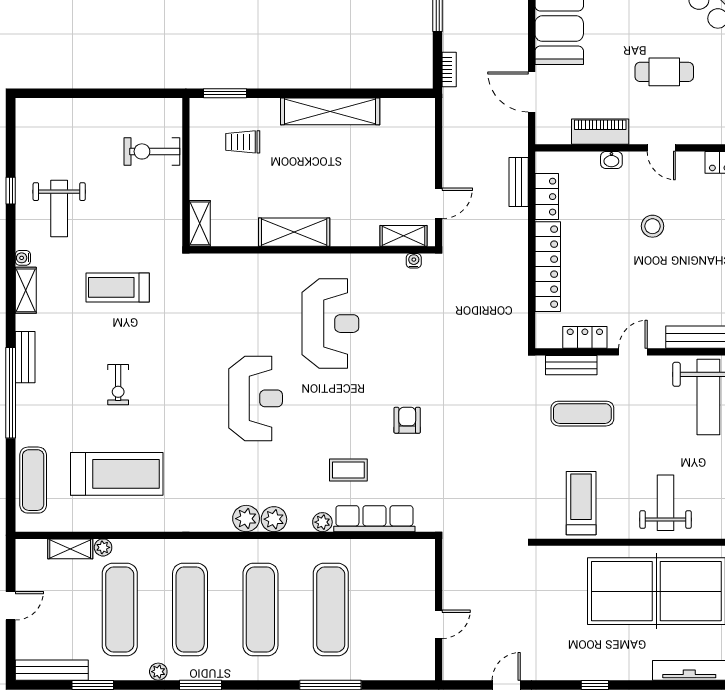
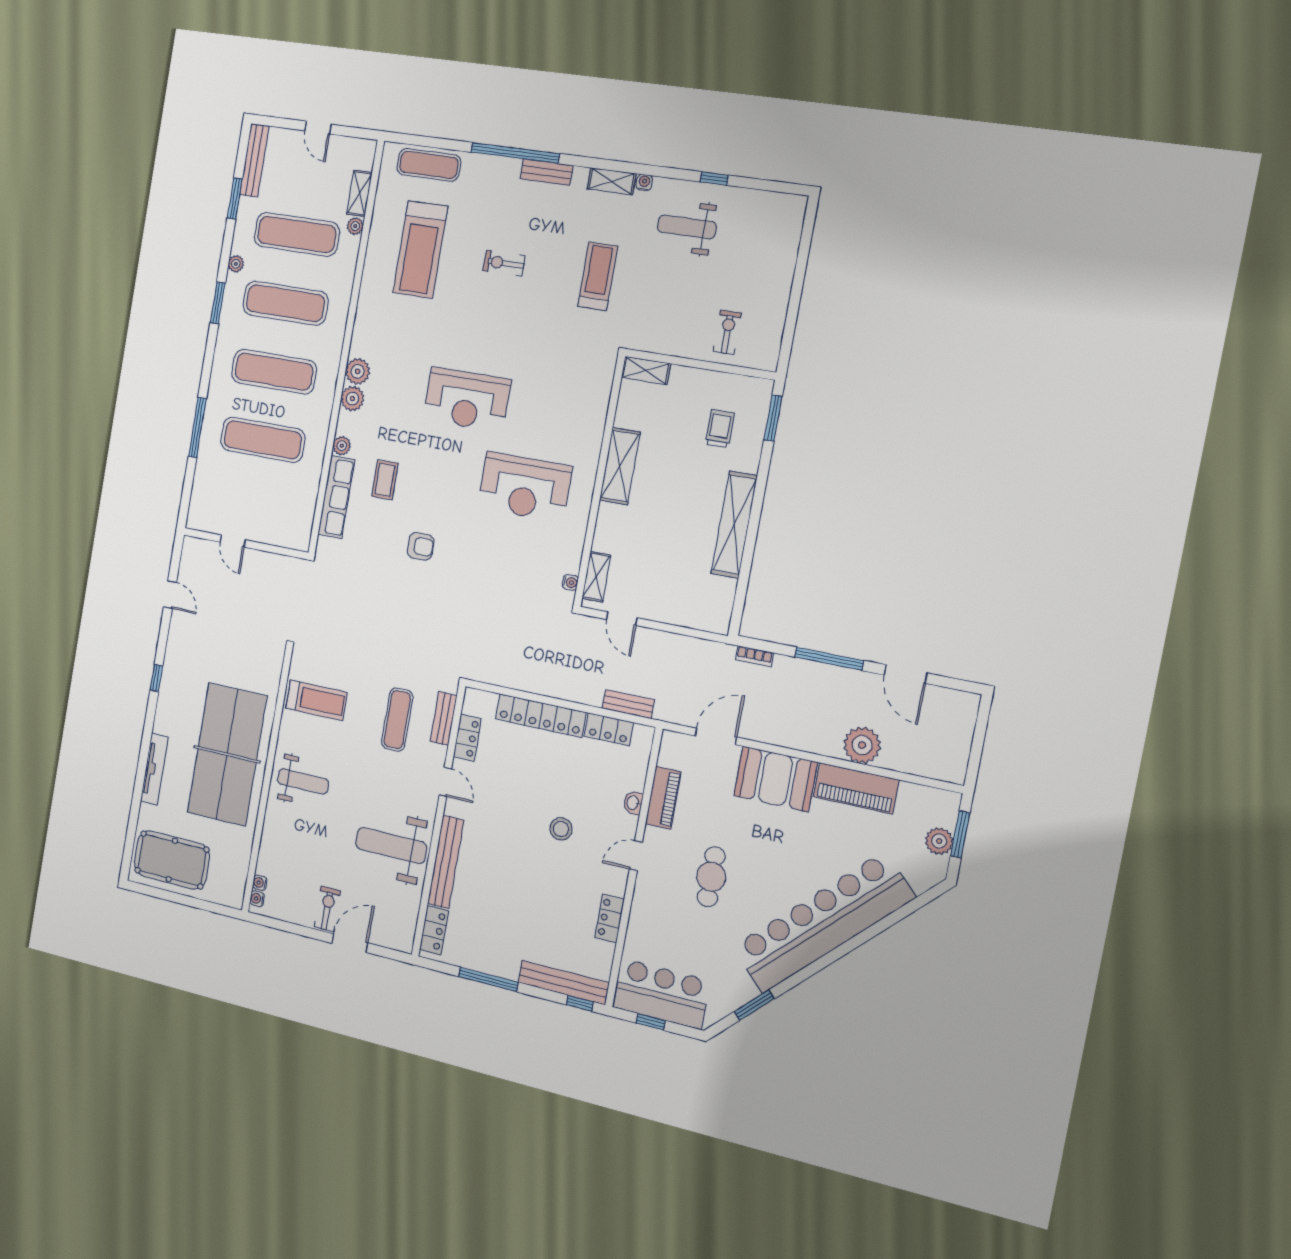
exercise bike: (152, 151) -> (727, 332), width x0.73, depth x0.72

